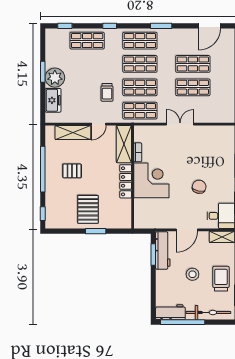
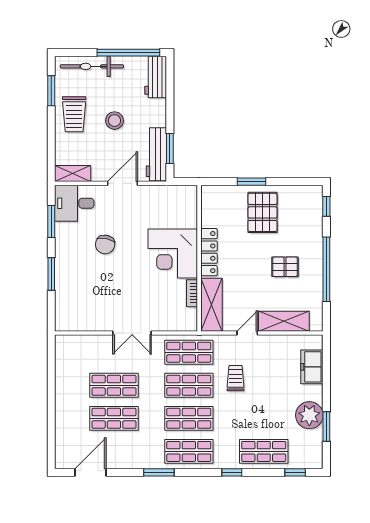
window: (43, 72) -> (326, 426), moved
plant: (55, 78) -> (309, 415), moved
workbench: (170, 312) -> (156, 77), moved, turned 90

